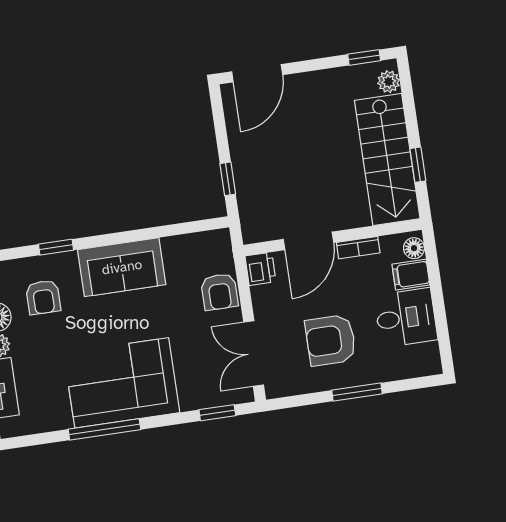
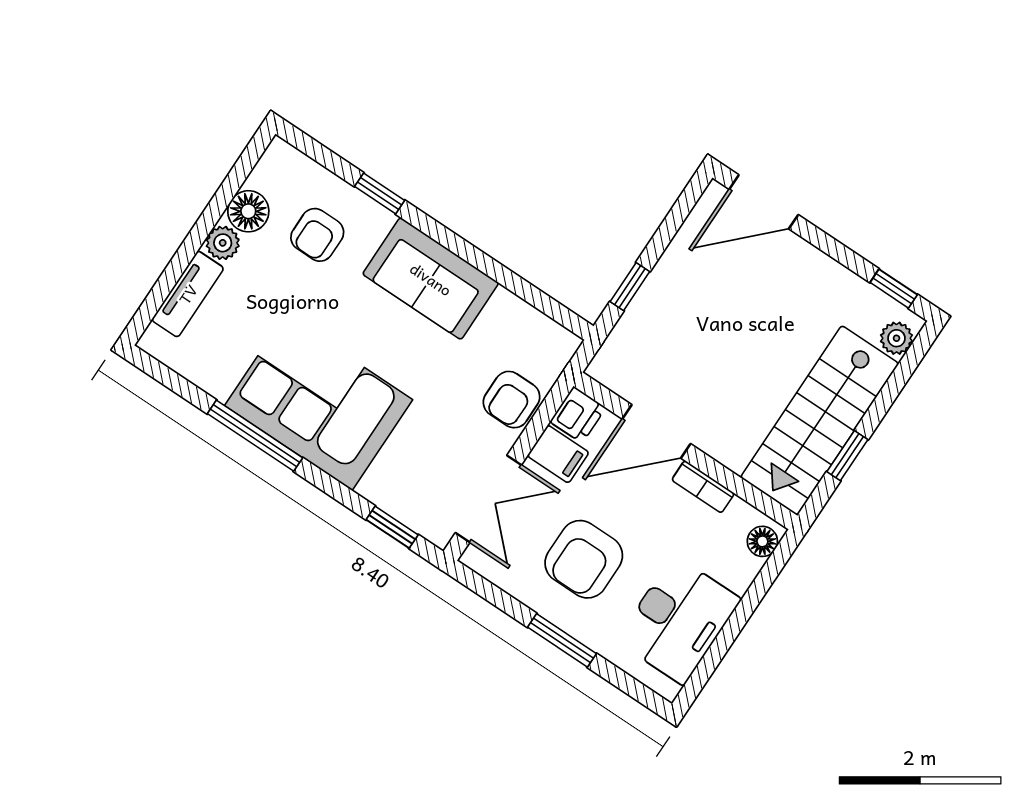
filing cabinet: (411, 275) -> (558, 454), moved, turned 180
desk: (406, 318) -> (678, 620), width x1.37
armchair: (331, 340) -> (584, 559), turned -90
double door: (254, 354) -> (488, 499), swing flipped

